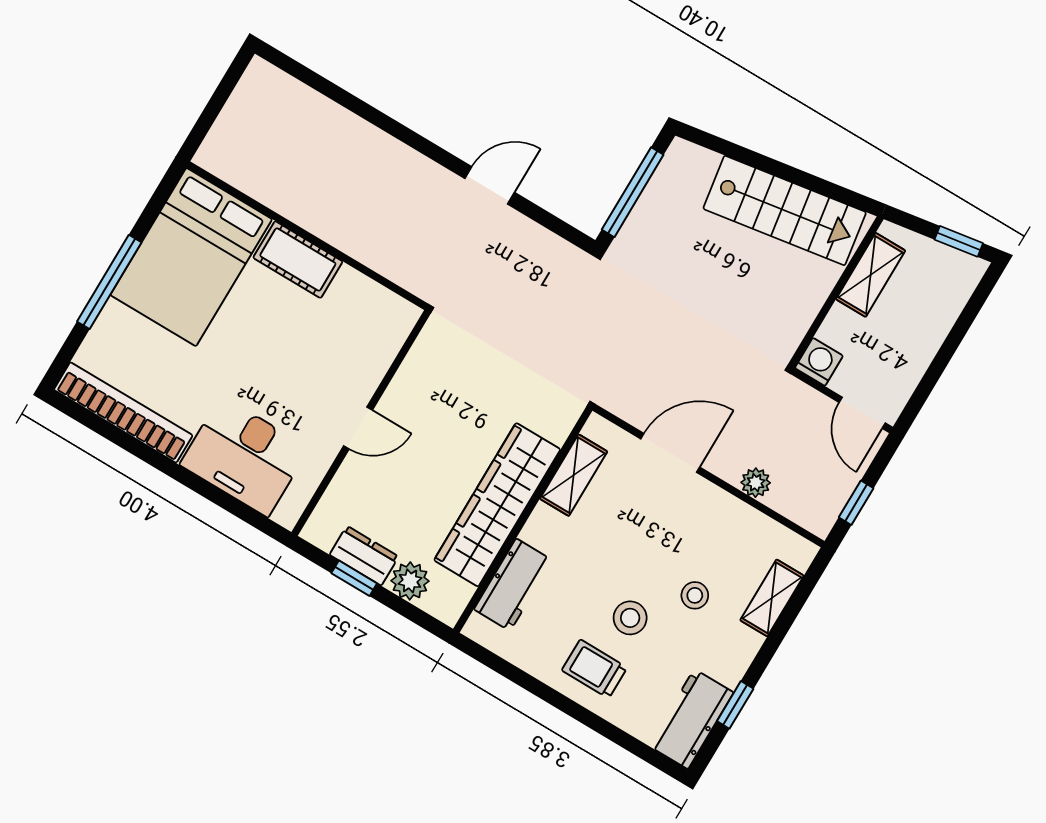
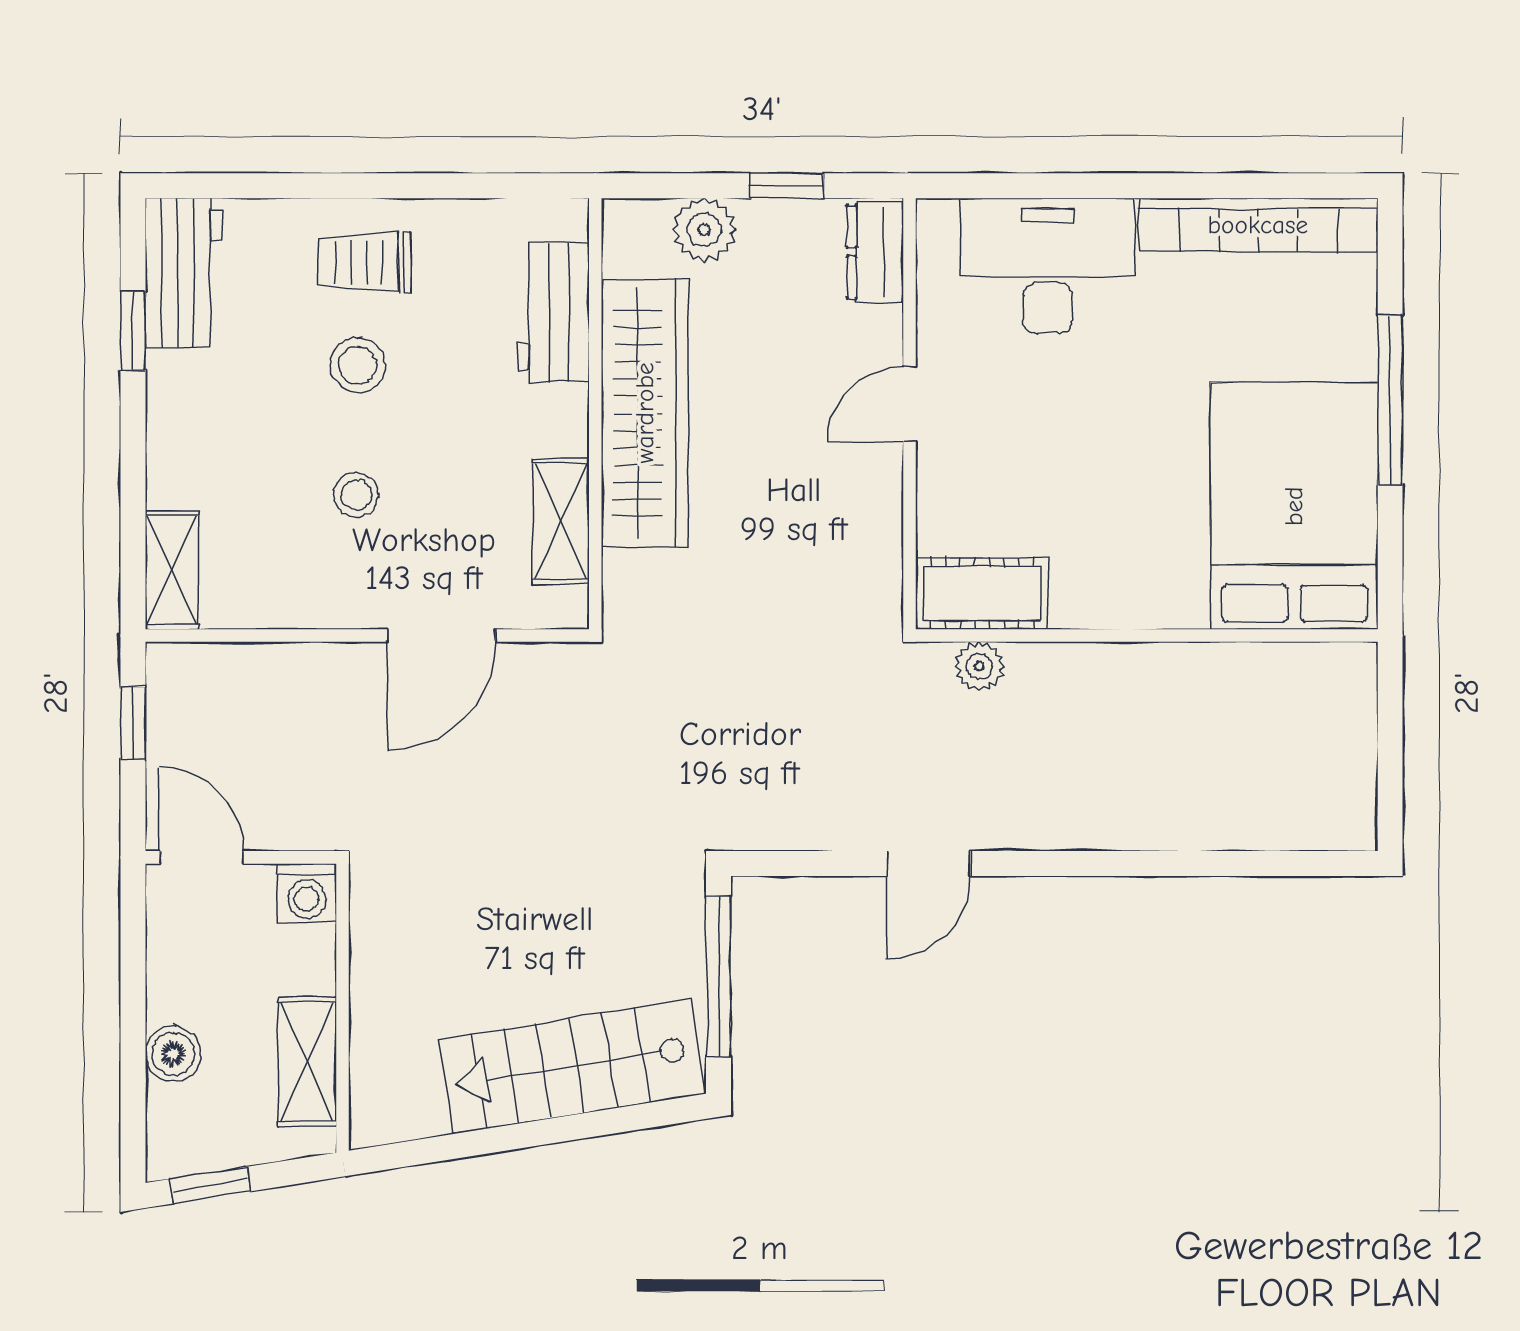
stairs: (785, 210) -> (572, 1066), moved
cot: (298, 260) -> (982, 593), moved
boiler: (937, 320) -> (173, 1054), added
plant: (756, 483) -> (979, 666), moved
dresser: (364, 556) -> (875, 252), moved, turned 90
stool: (695, 595) -> (356, 495), moved
shelving: (772, 598) -> (172, 570), moved
trolley: (594, 669) -> (365, 262), turned 180

